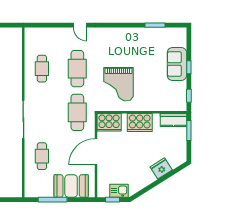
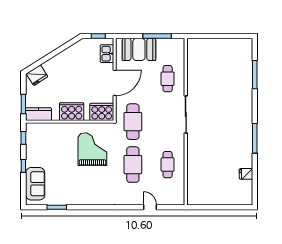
door: (80, 25) -> (150, 207), moved
sofa: (177, 64) -> (35, 184), moved
fridge: (161, 168) -> (37, 75), moved
kitchen sink: (119, 191) -> (107, 54), moved, turned 90

